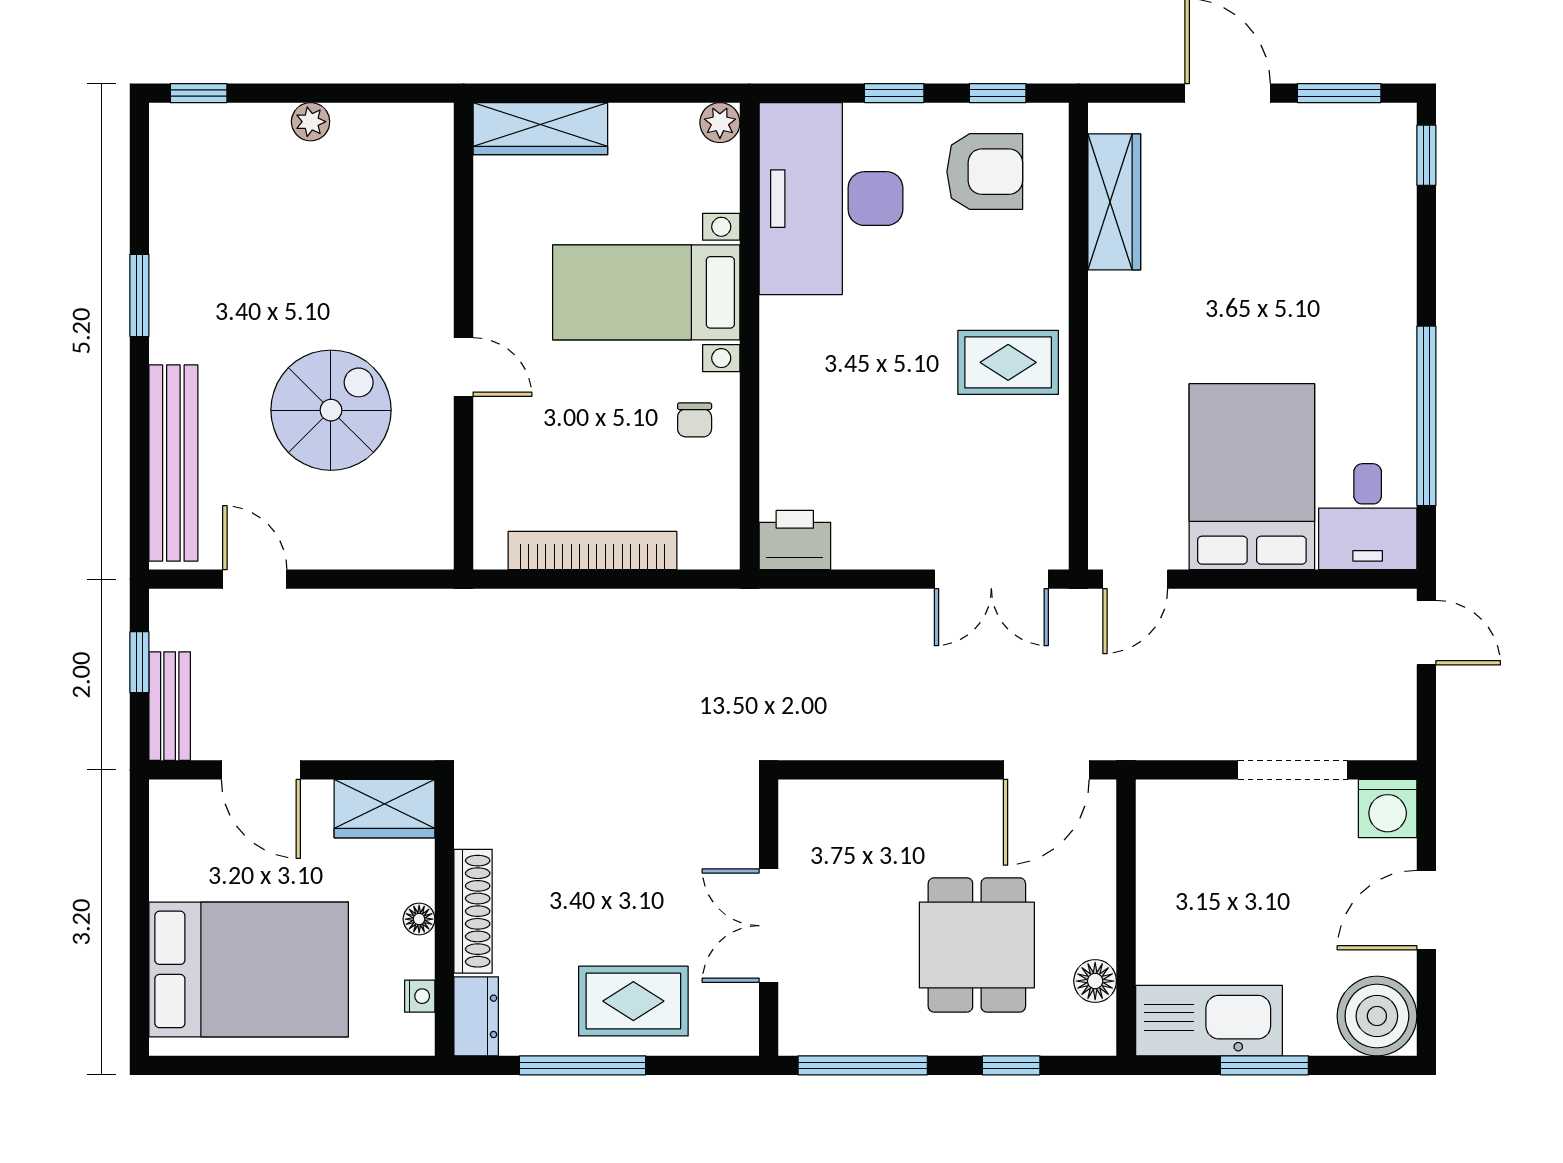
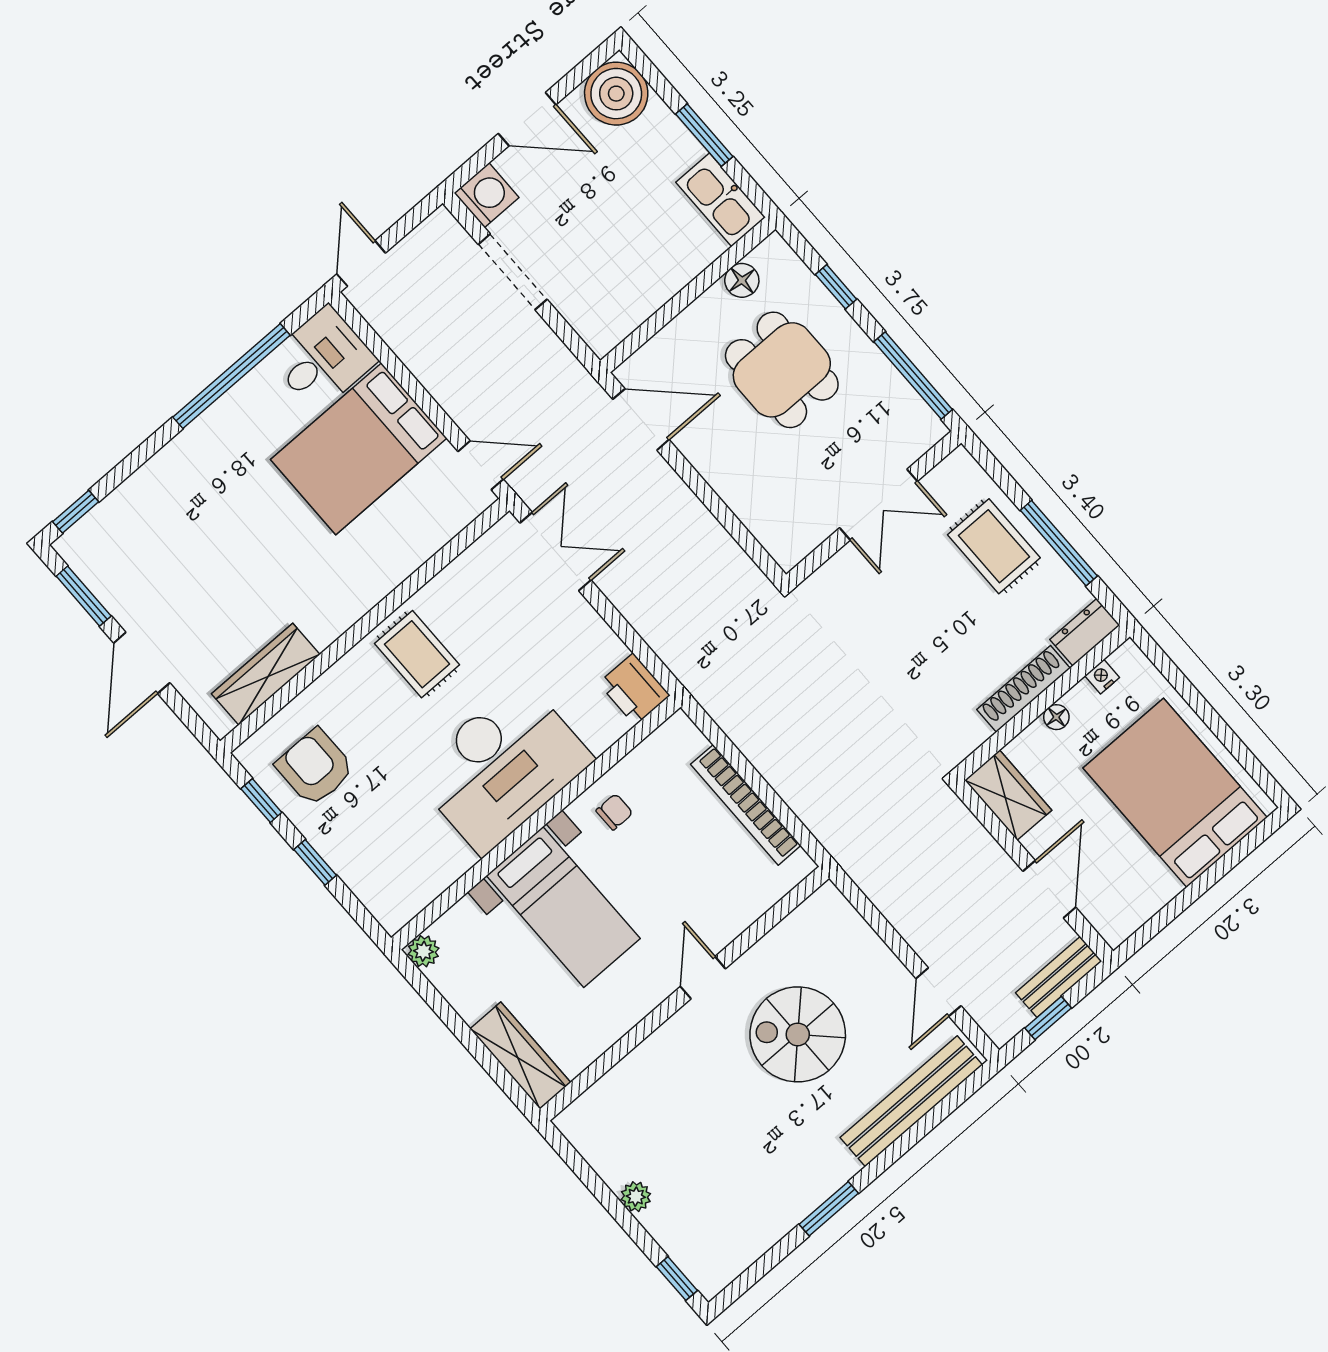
desk: (831, 199) -> (502, 766), moved
dining table: (977, 945) -> (782, 370), turned 90
kitchen sink: (1209, 1021) -> (721, 200), width x0.73, depth x0.81

